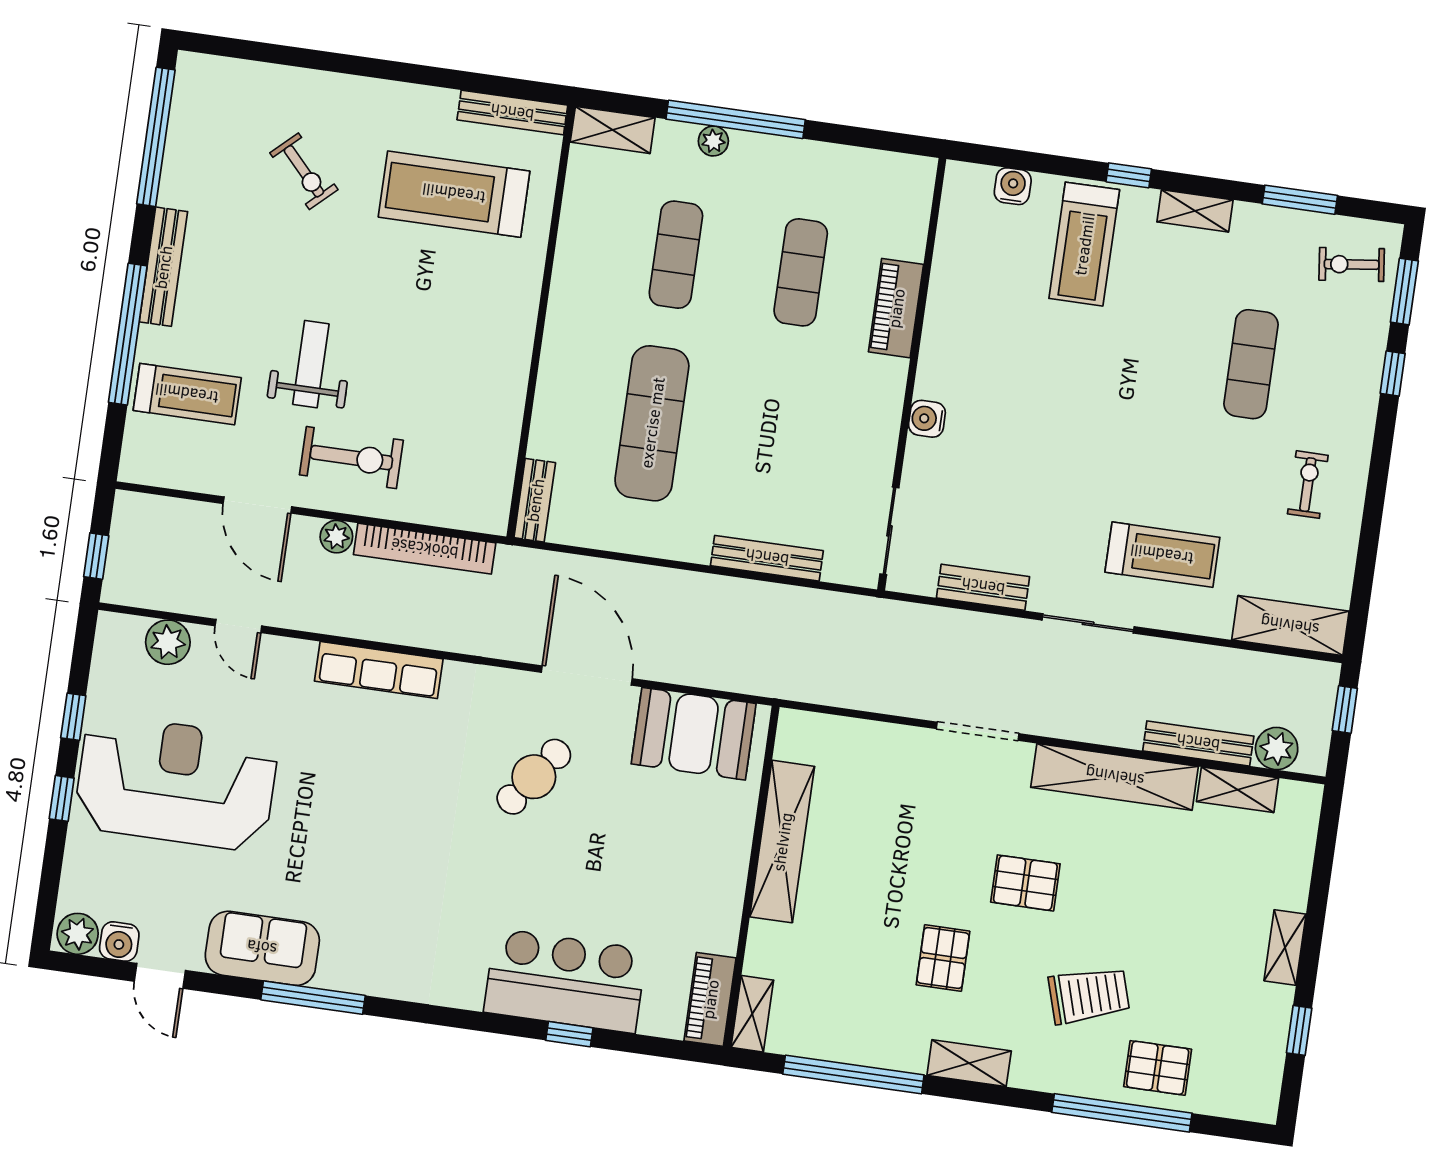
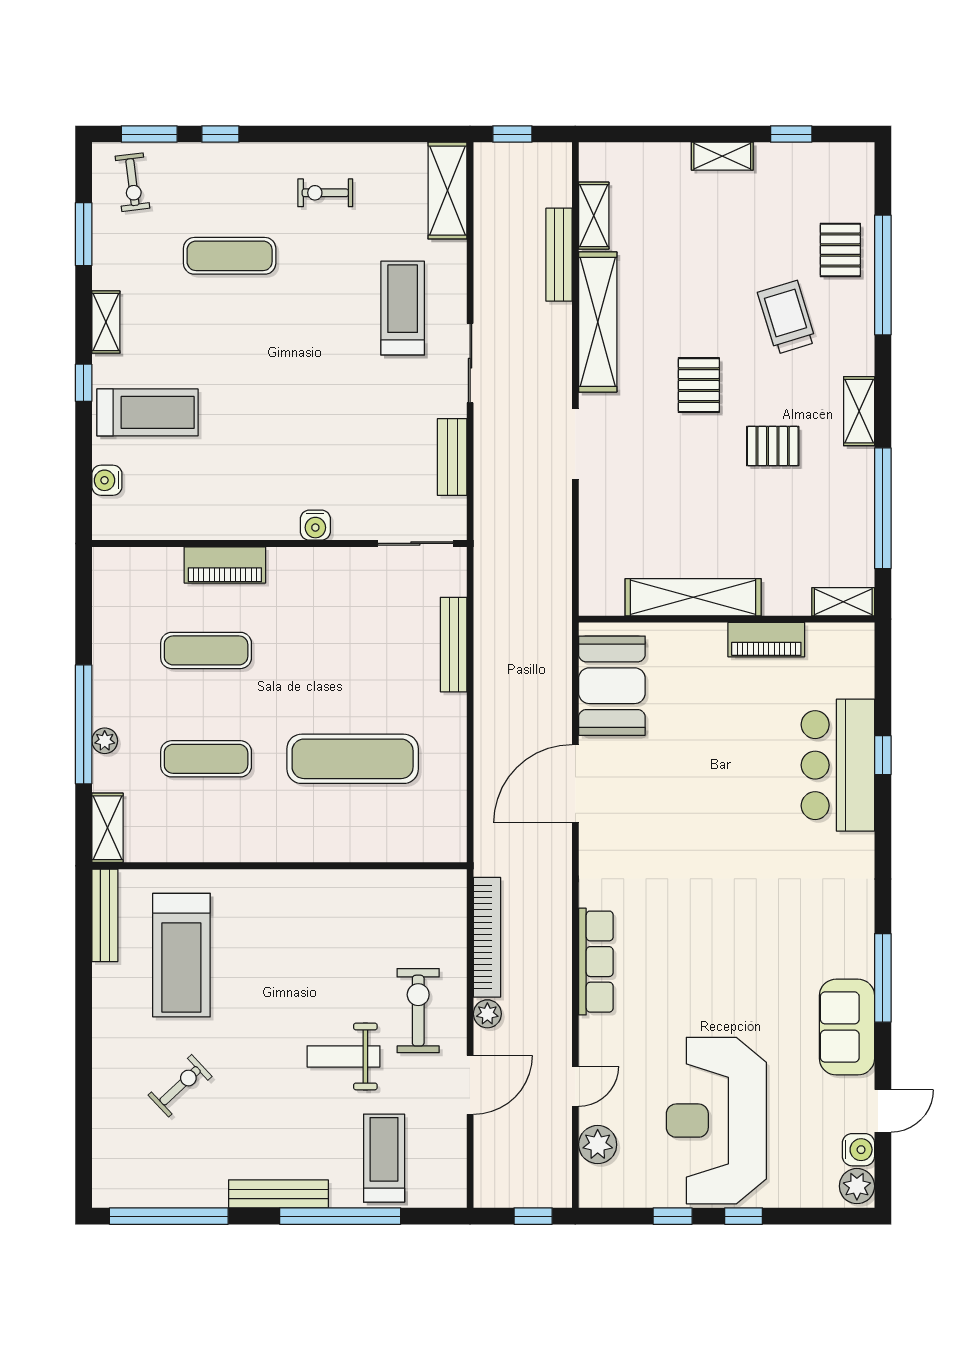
bench: (535, 500) -> (432, 849), removed
plant: (1277, 749) -> (554, 187), removed
cafe table: (534, 777) -> (668, 817), removed
piano: (710, 999) -> (766, 640), moved

